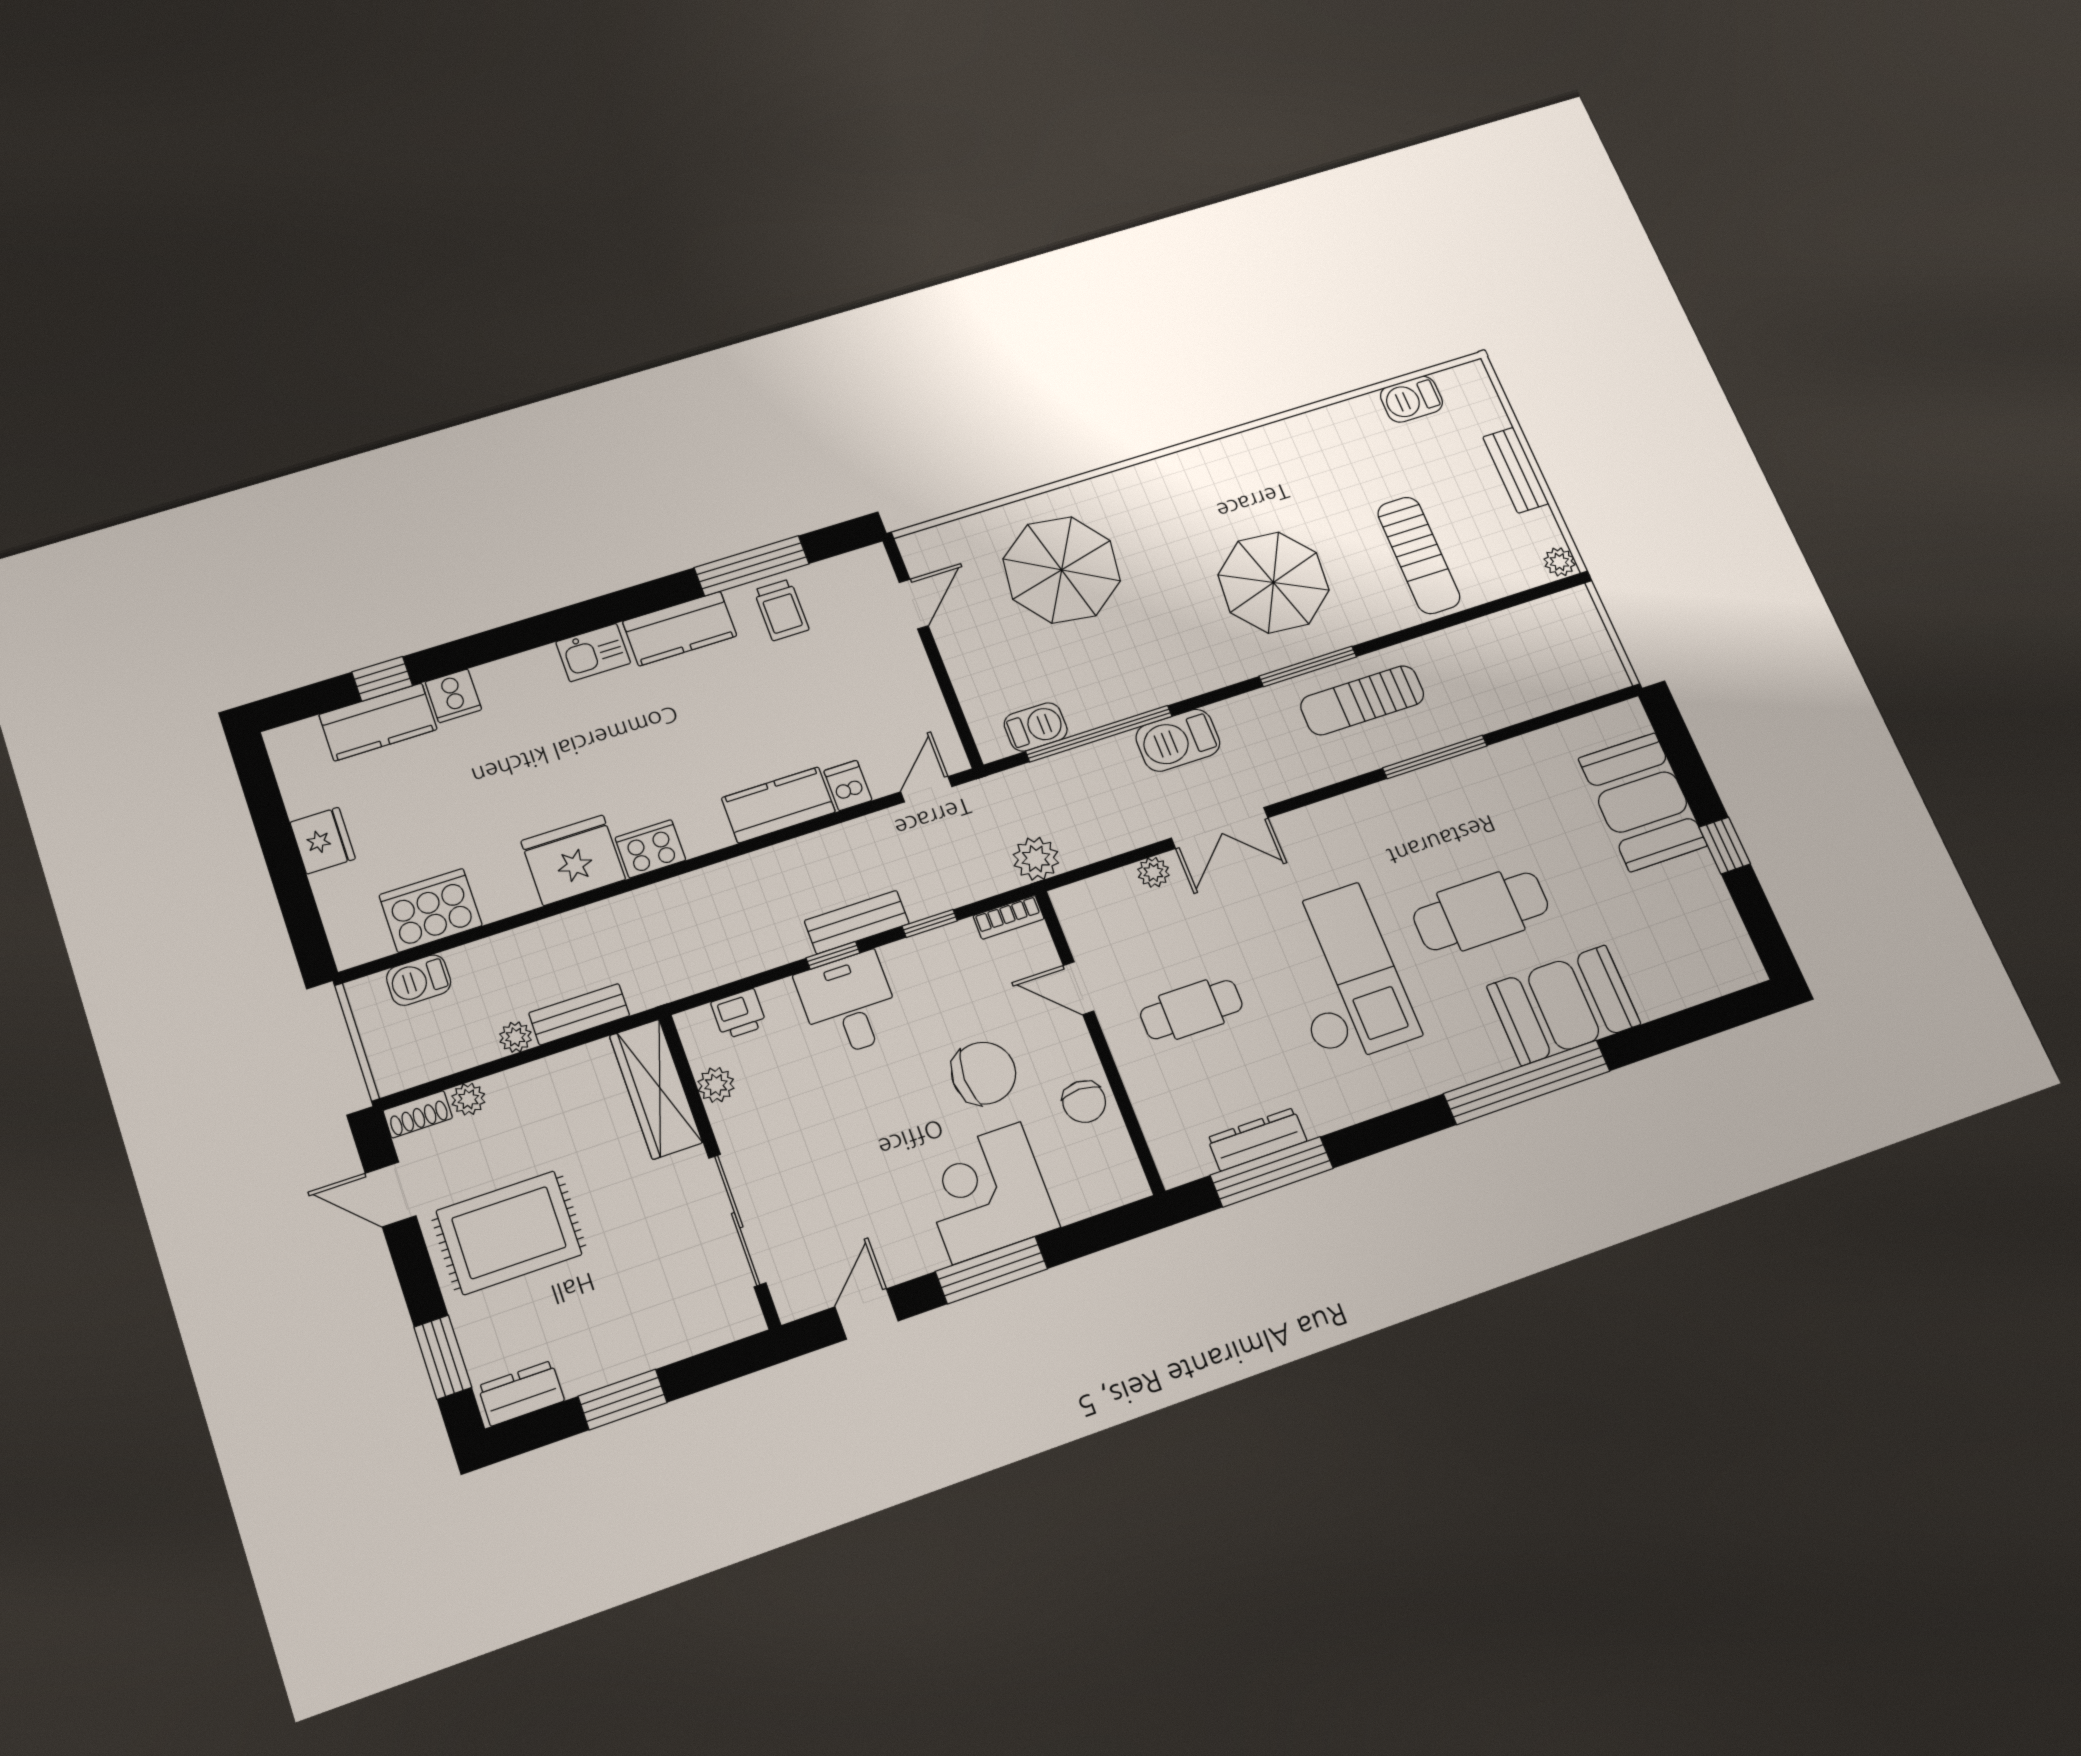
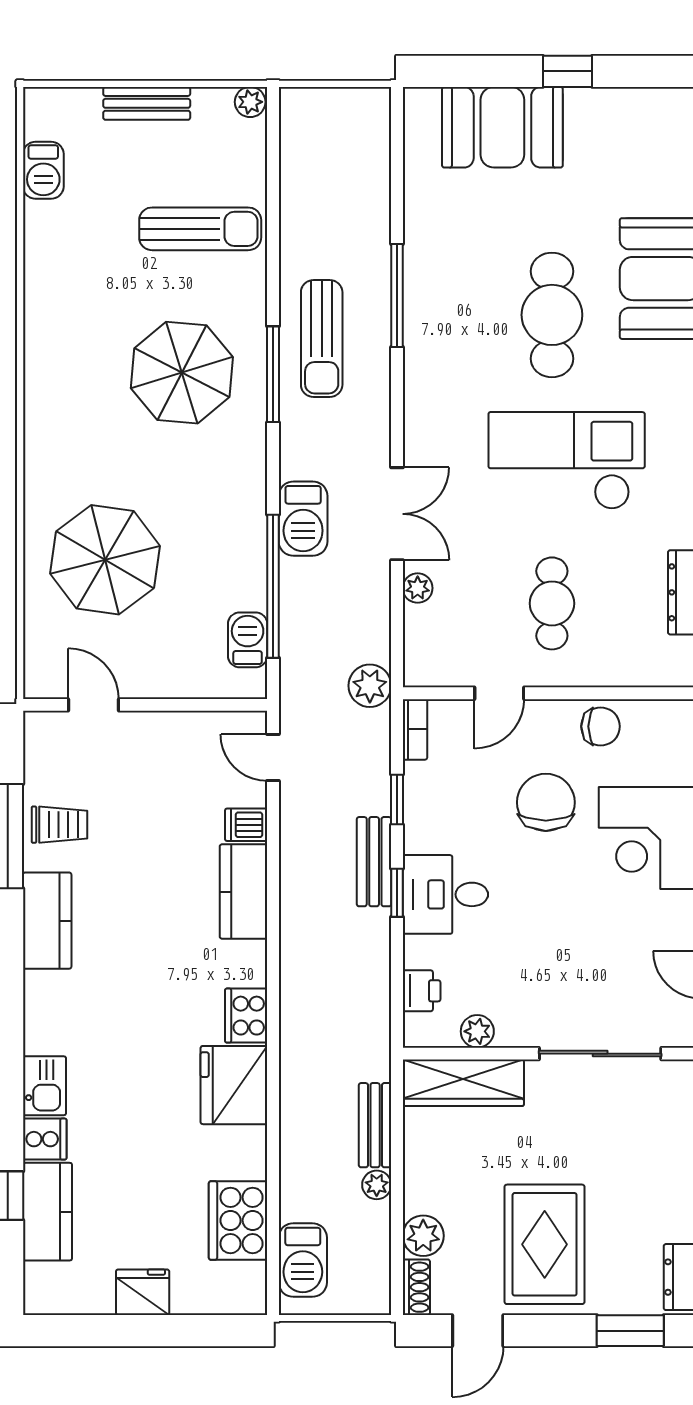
kitchen sink: (593, 653) -> (44, 1086), moved
barbecue: (419, 980) -> (303, 1260), width x1.38, depth x1.27
plant: (468, 1099) -> (423, 1236), width x1.38, depth x1.38

